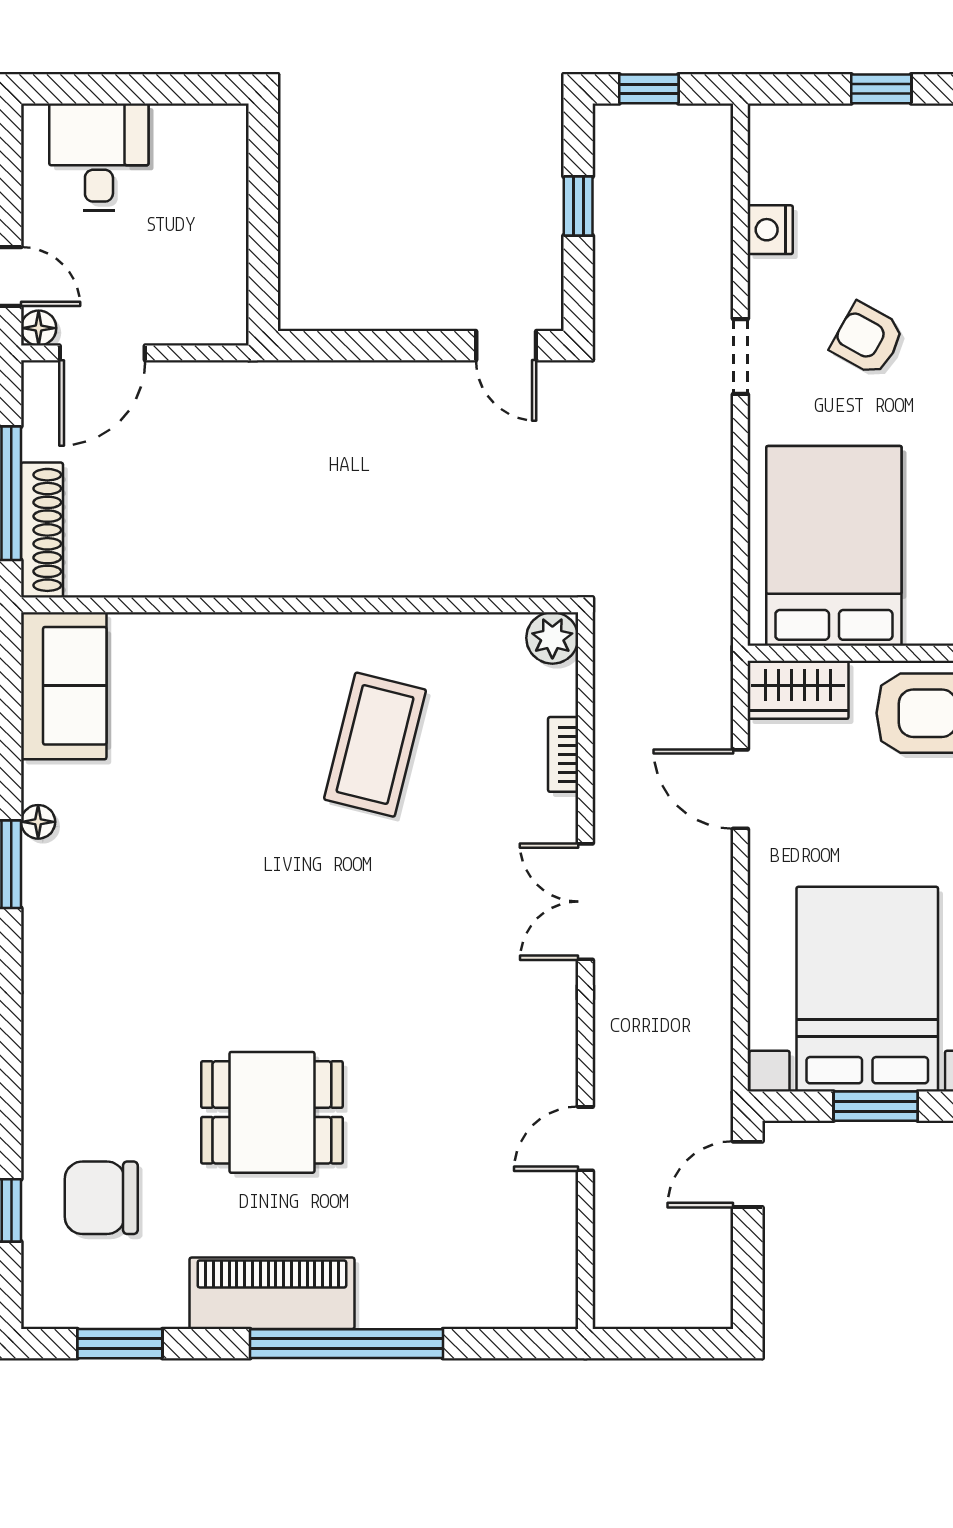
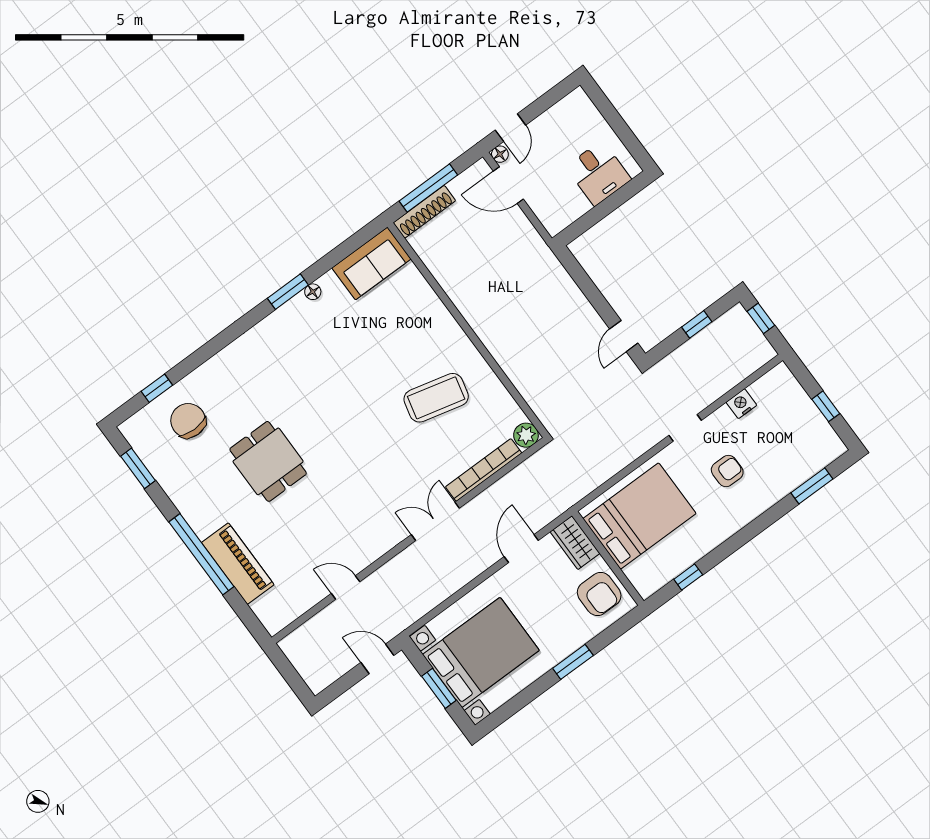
desk: (99, 157) -> (598, 173), moved, turned 90
armchair: (868, 339) -> (727, 471), turned 61
bookcase: (563, 754) -> (484, 470), width x2.31, depth x1.31
piano: (272, 1293) -> (238, 564), moved

